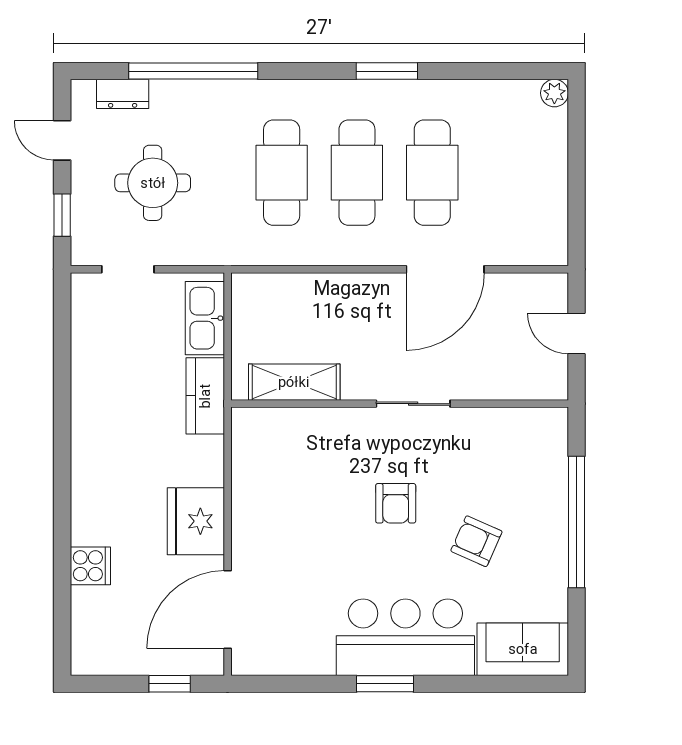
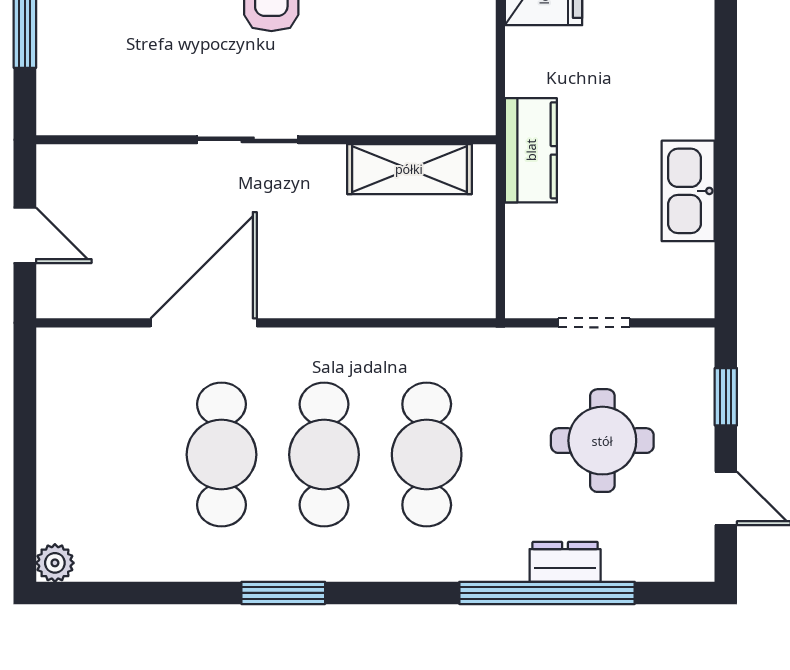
dresser: (123, 94) -> (565, 562), moved
doorway: (128, 269) -> (594, 323), moved
kitchen sink: (205, 318) -> (688, 191), moved, turned 180

